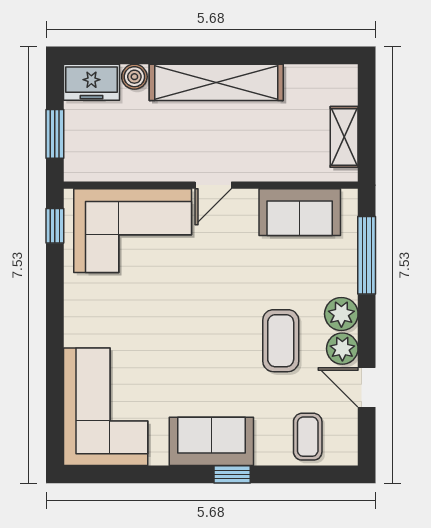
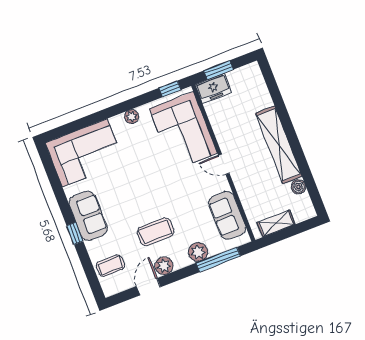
boiler: (134, 77) -> (298, 187), moved
freezer: (91, 82) -> (213, 88), moved, turned -90
plant: (76, 307) -> (132, 117), added
plant: (341, 314) -> (198, 252), moved

